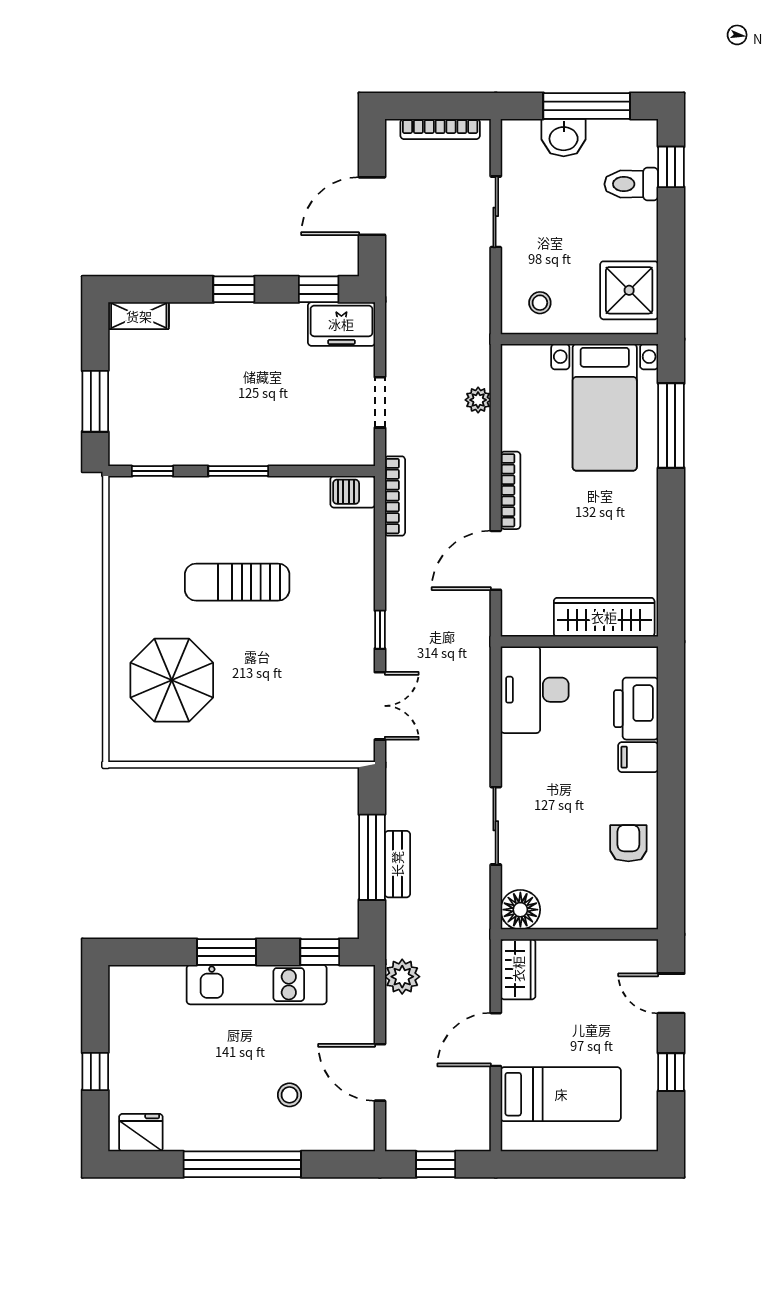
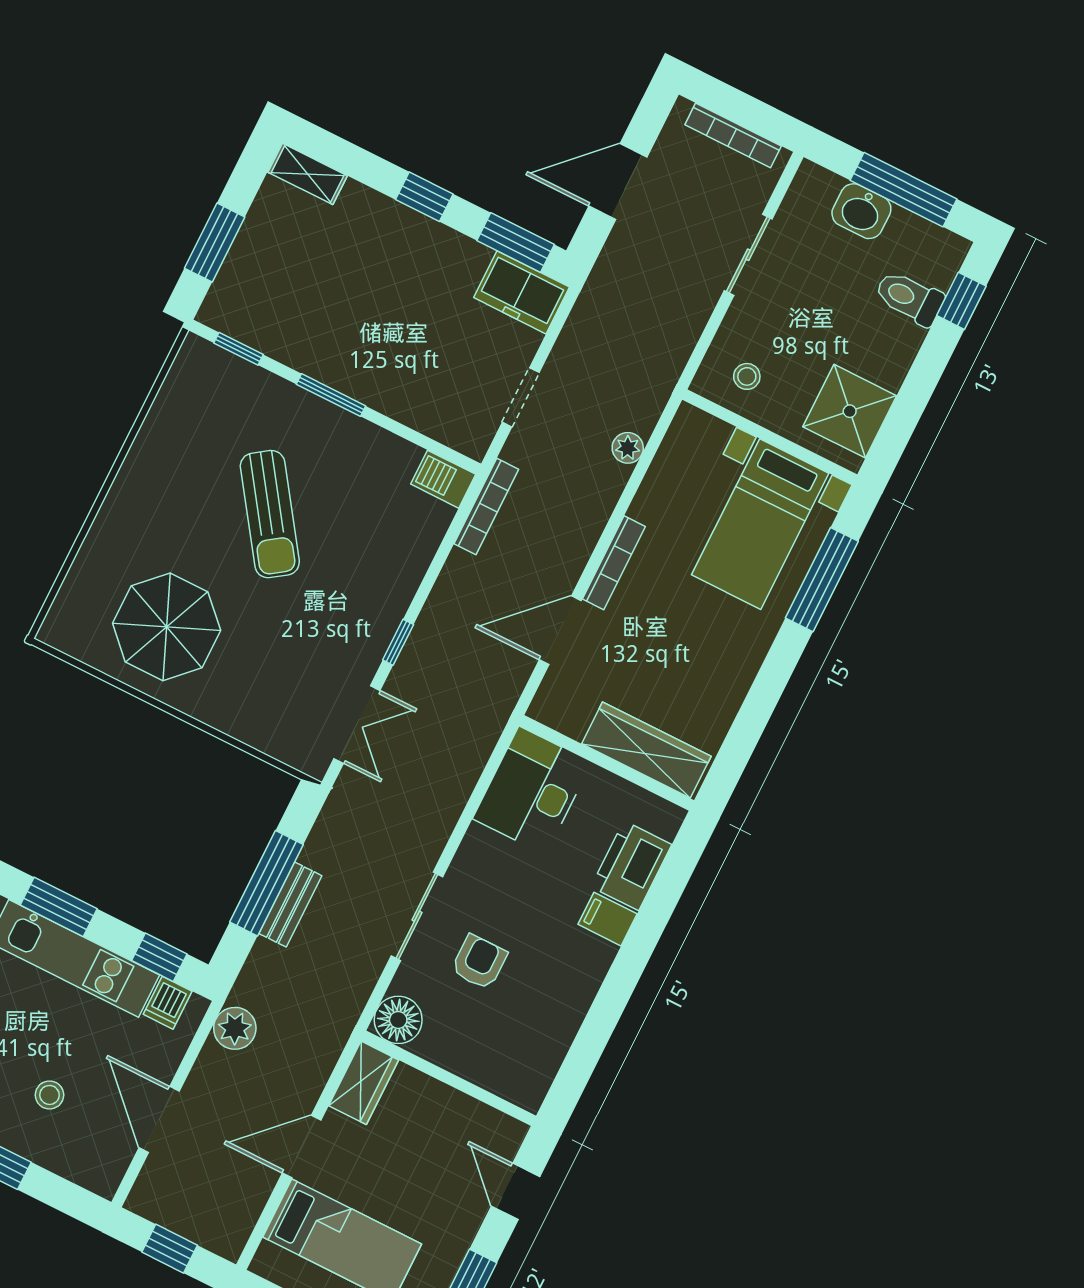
window: (319, 289) -> (516, 243), width x1.50
sun lounger: (237, 582) -> (270, 514), turned -125
parasol: (172, 680) -> (167, 627), moved
armchair: (628, 843) -> (479, 962), moved
dishwasher: (343, 983) -> (168, 1003), added

